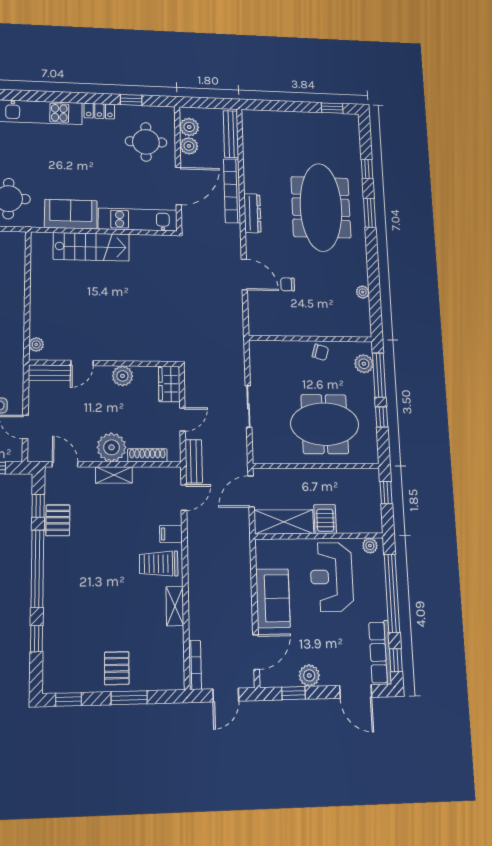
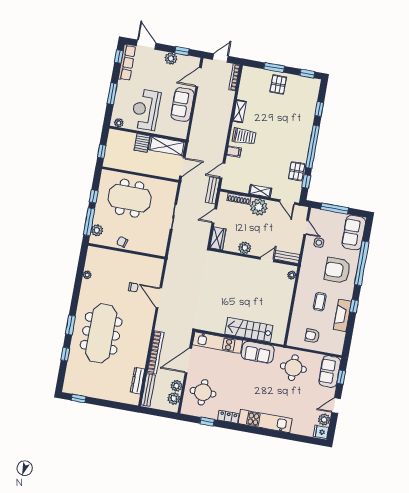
dresser: (252, 213) -> (137, 381), moved
reception desk: (332, 577) -> (146, 110), turned 180
window: (392, 593) -> (112, 94), width x0.47

